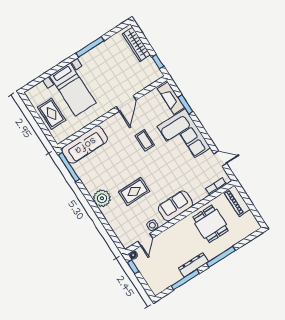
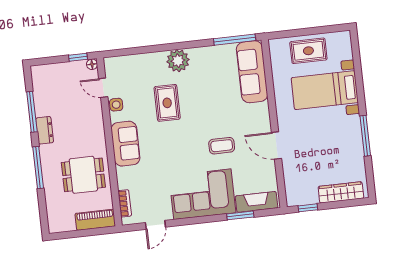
dresser: (194, 265) -> (45, 130), width x0.70

